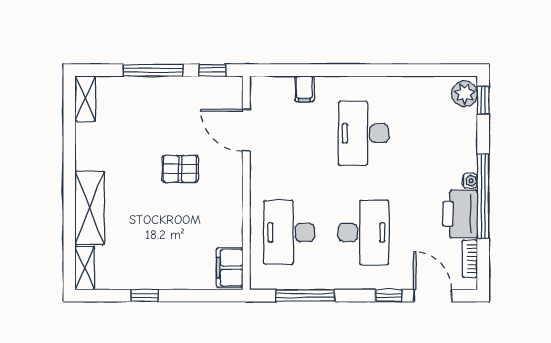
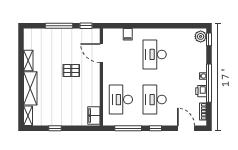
shelving: (85, 99) -> (28, 61), moved
printer: (460, 214) -> (201, 91), width x0.53, depth x0.68
desk: (364, 232) -> (155, 100), turned 180
window: (389, 296) -> (155, 128), moved

